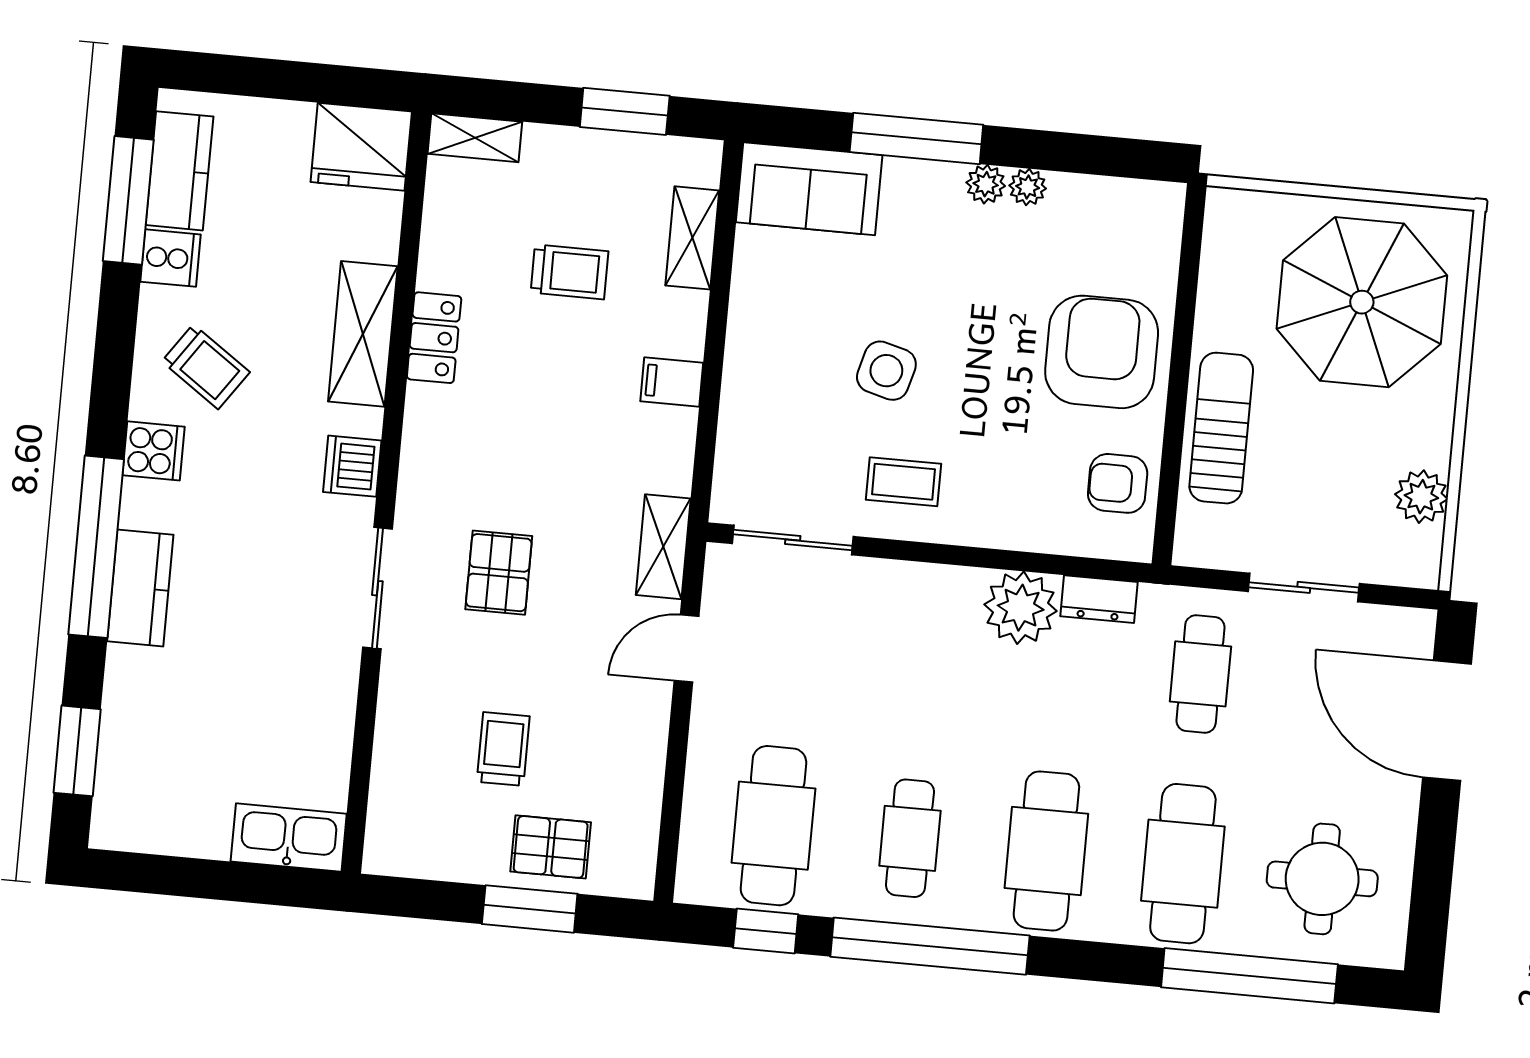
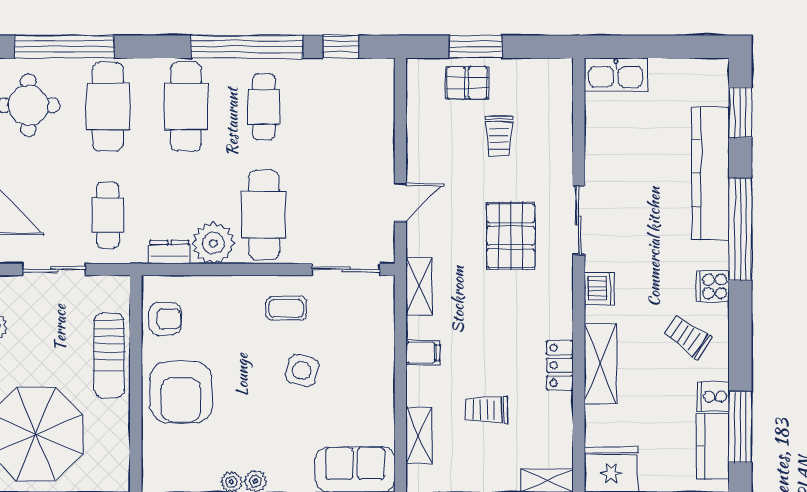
shelving: (663, 547) -> (419, 286), moved
pallet: (499, 573) -> (511, 236), width x1.50, depth x1.42
kitchen counter: (140, 588) -> (710, 173), width x2.08, depth x1.17
cafe table: (773, 826) -> (264, 215), moved

